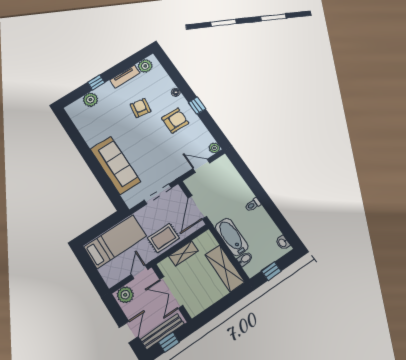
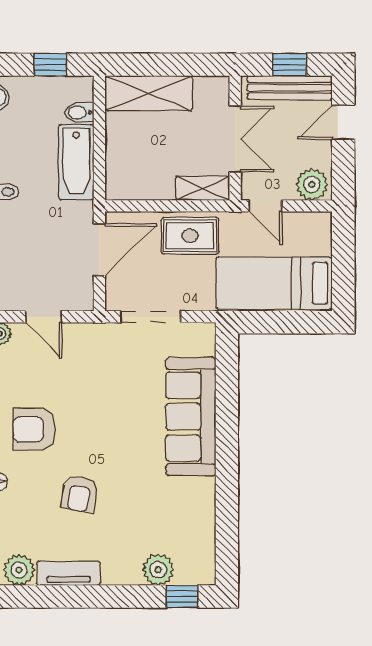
window: (96, 82) -> (182, 597), moved
shelving: (184, 253) -> (203, 188), moved
shelving: (225, 268) -> (149, 93), moved, turned 90
door: (140, 272) -> (265, 206), hinge flipped

